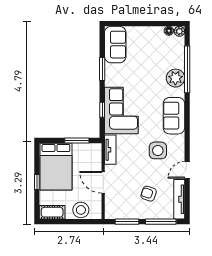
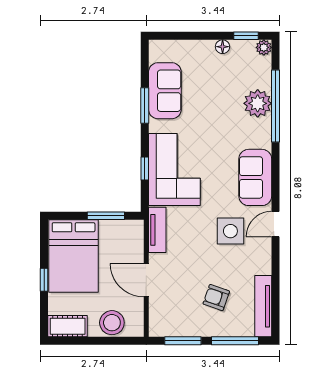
window: (168, 24) -> (246, 36), added
floor lamp: (169, 31) -> (223, 47), moved
sofa: (115, 45) -> (165, 91), moved
plant: (175, 78) -> (258, 103), moved
door: (187, 170) -> (275, 224), moved

